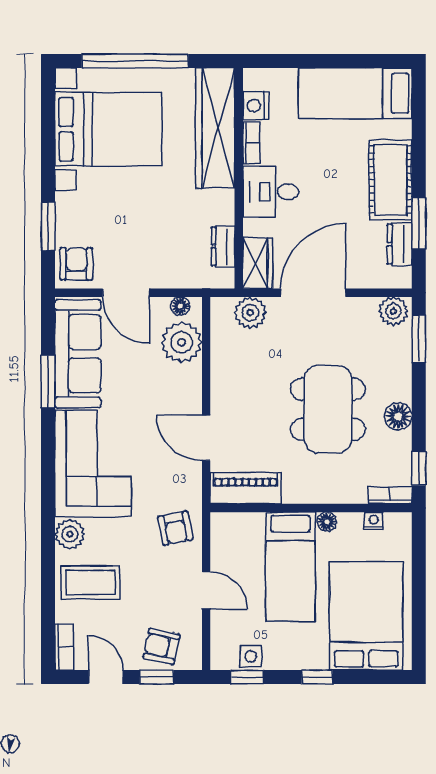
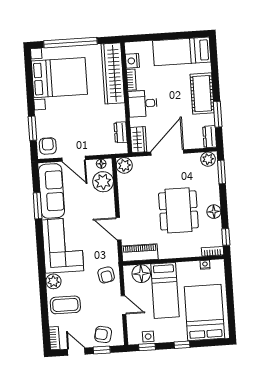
dresser: (400, 244) -> (210, 137), moved
plant: (250, 313) -> (124, 165), moved
floor lamp: (327, 522) -> (141, 274), moved, width x1.89, depth x1.89

